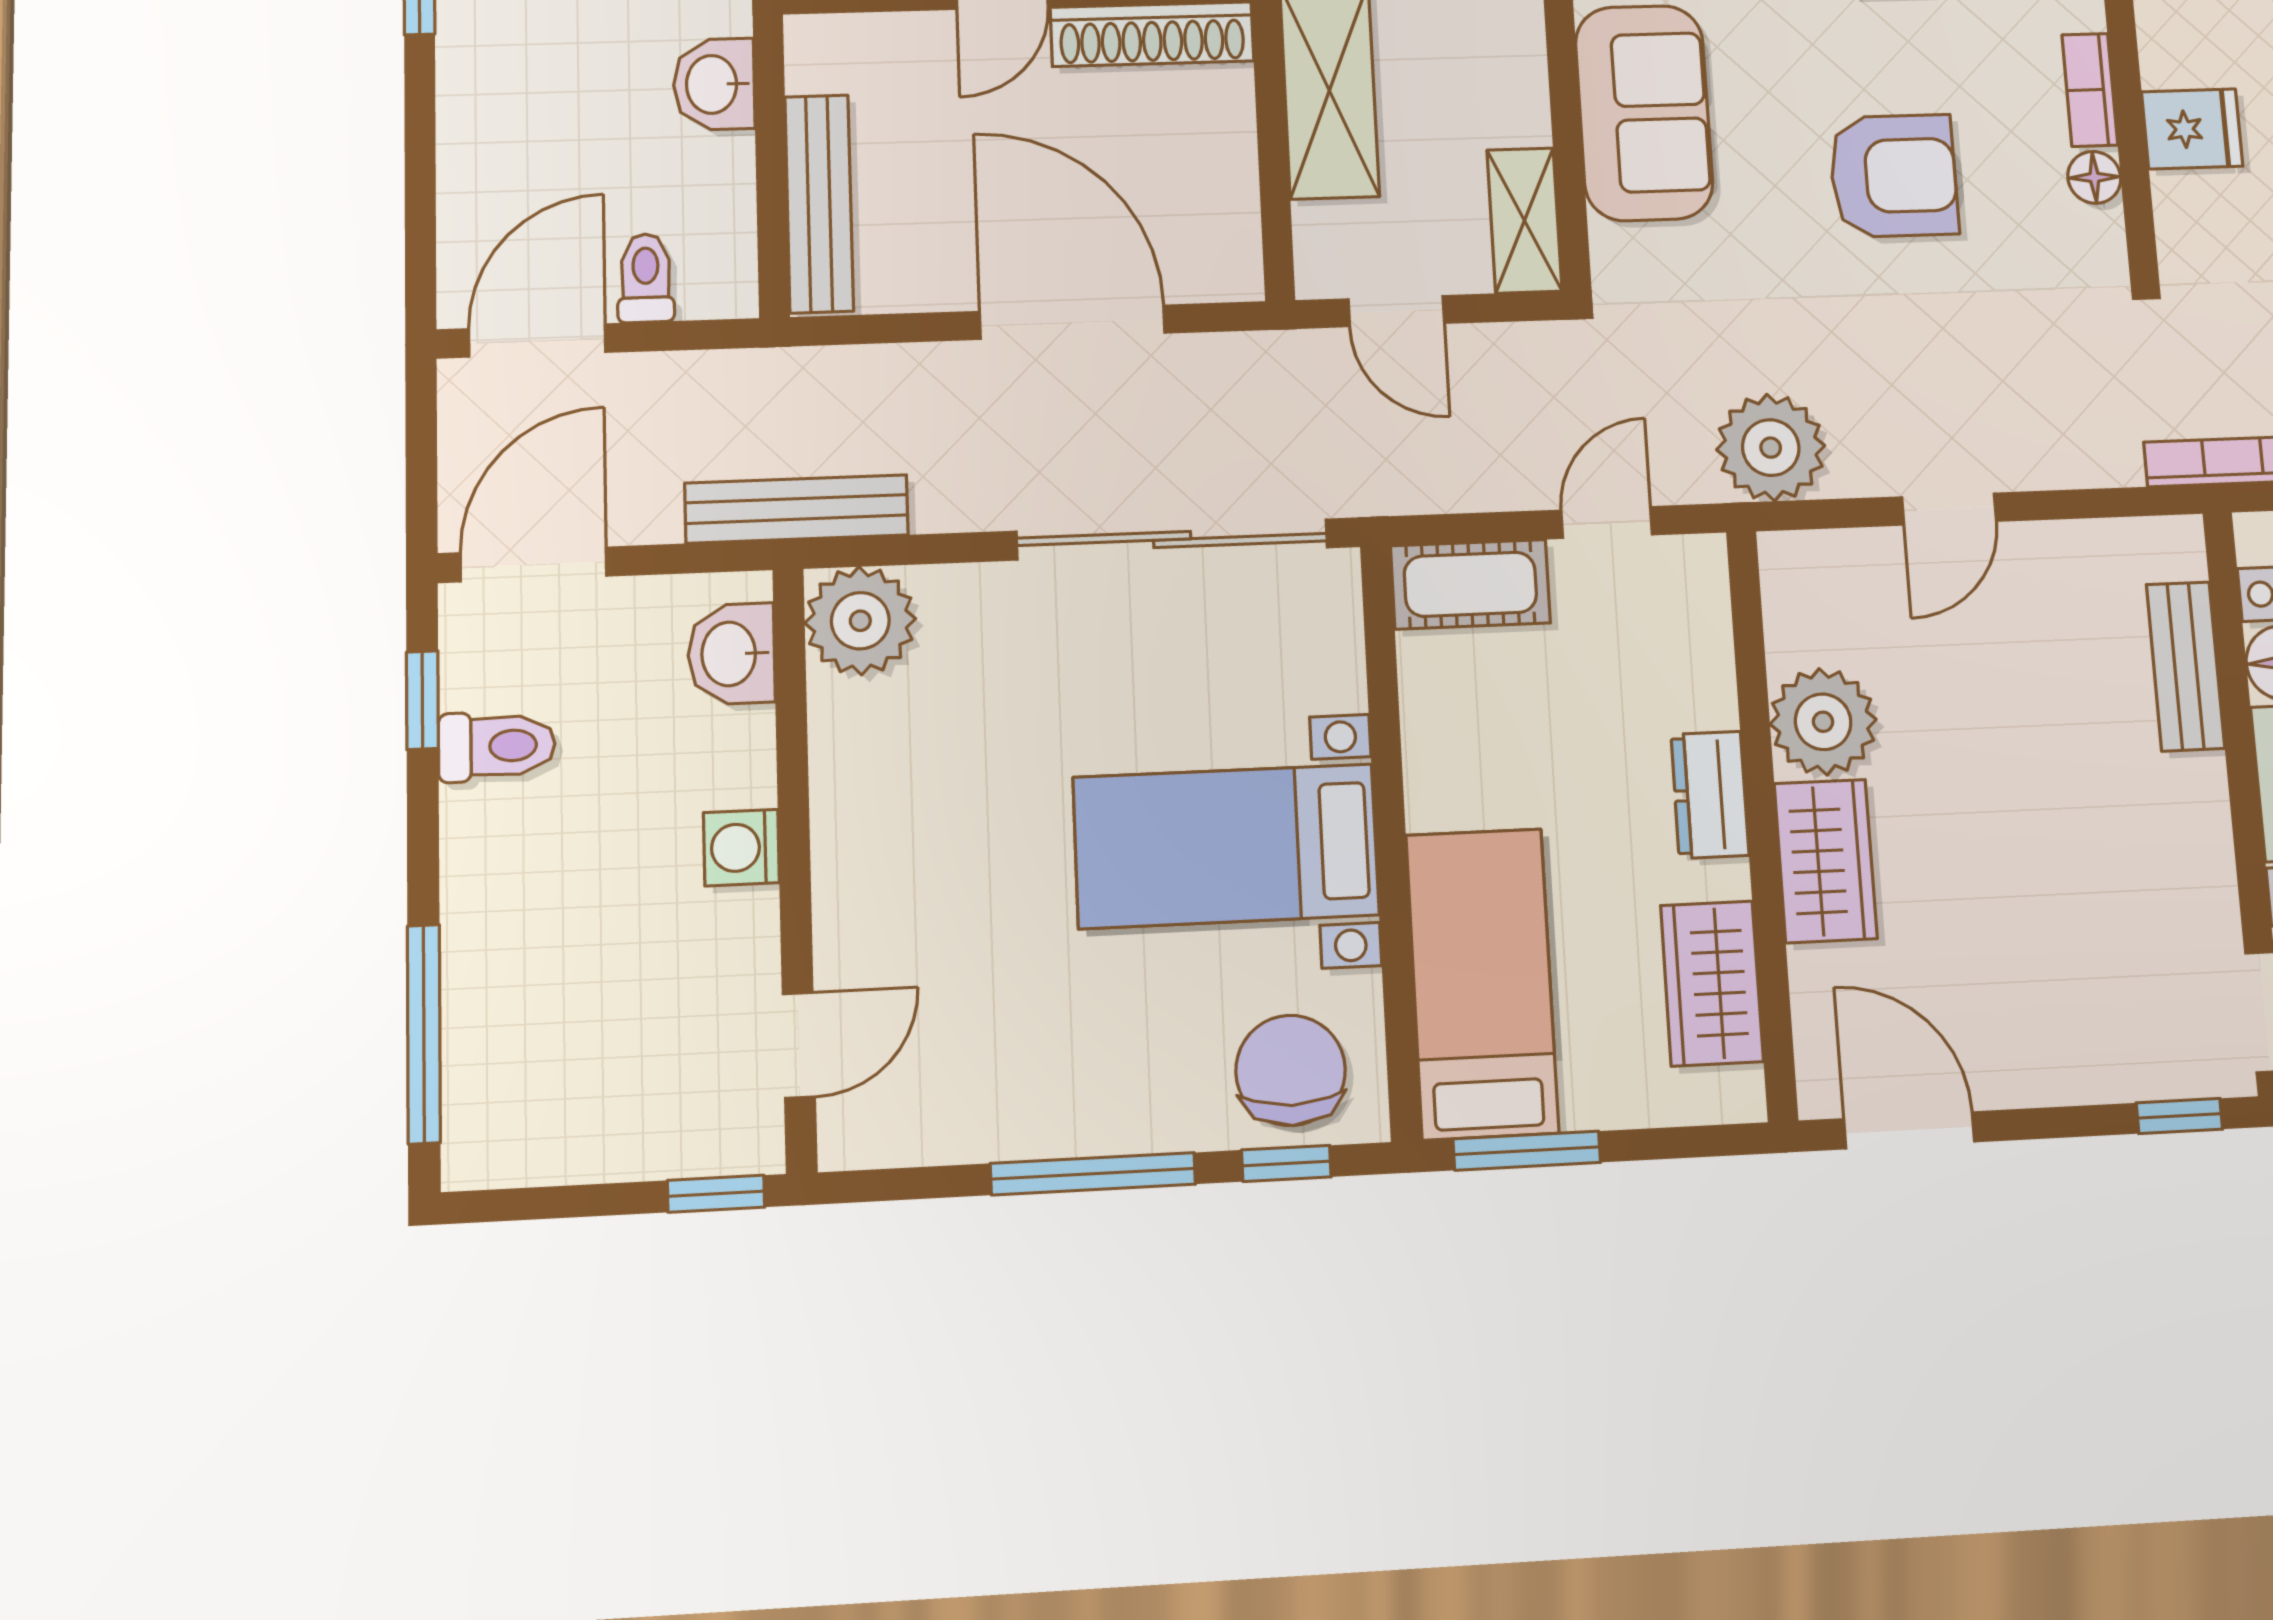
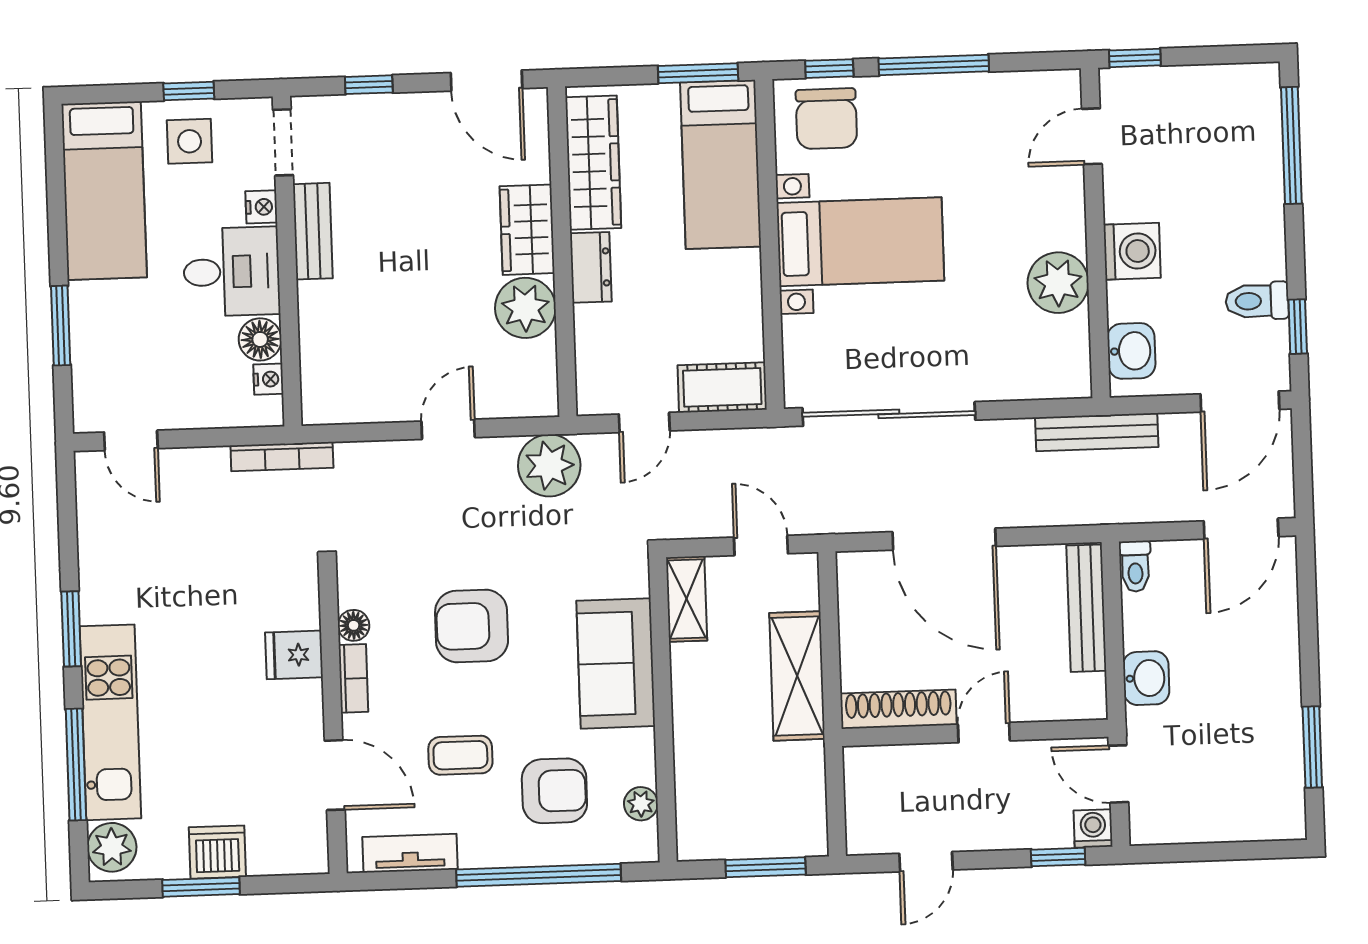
toilet: (646, 278) -> (1135, 566), moved
plant: (860, 621) -> (1058, 283), moved
bench: (2186, 666) -> (313, 231), moved
washing machine: (741, 848) -> (1132, 251), width x1.38, depth x1.38
wardrobe: (1712, 983) -> (593, 163), width x1.50
window: (2179, 1116) -> (369, 85), moved

